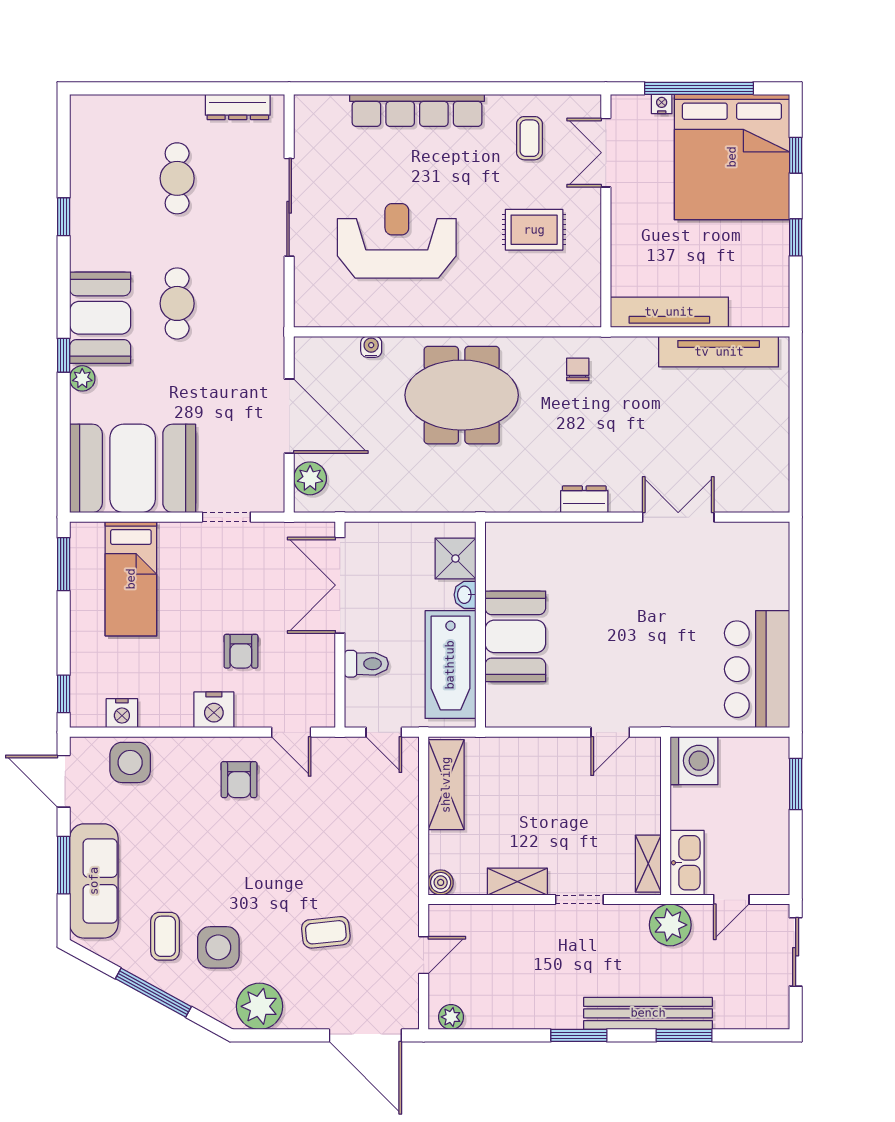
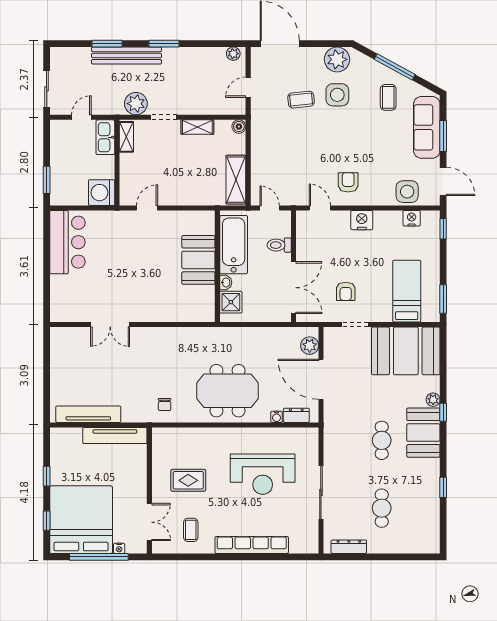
dresser: (584, 499) -> (296, 415), moved, turned 180
armchair: (241, 651) -> (346, 291), moved, turned 180
plant: (670, 925) -> (136, 104), moved
side table: (218, 947) -> (337, 95), moved

